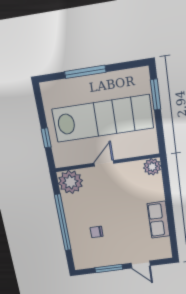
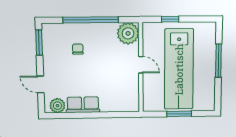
window: (156, 94) -> (179, 114), moved
plant: (152, 167) -> (57, 106), moved
door: (141, 264) -> (41, 84), hinge flipped
window: (109, 269) -> (39, 43), moved

